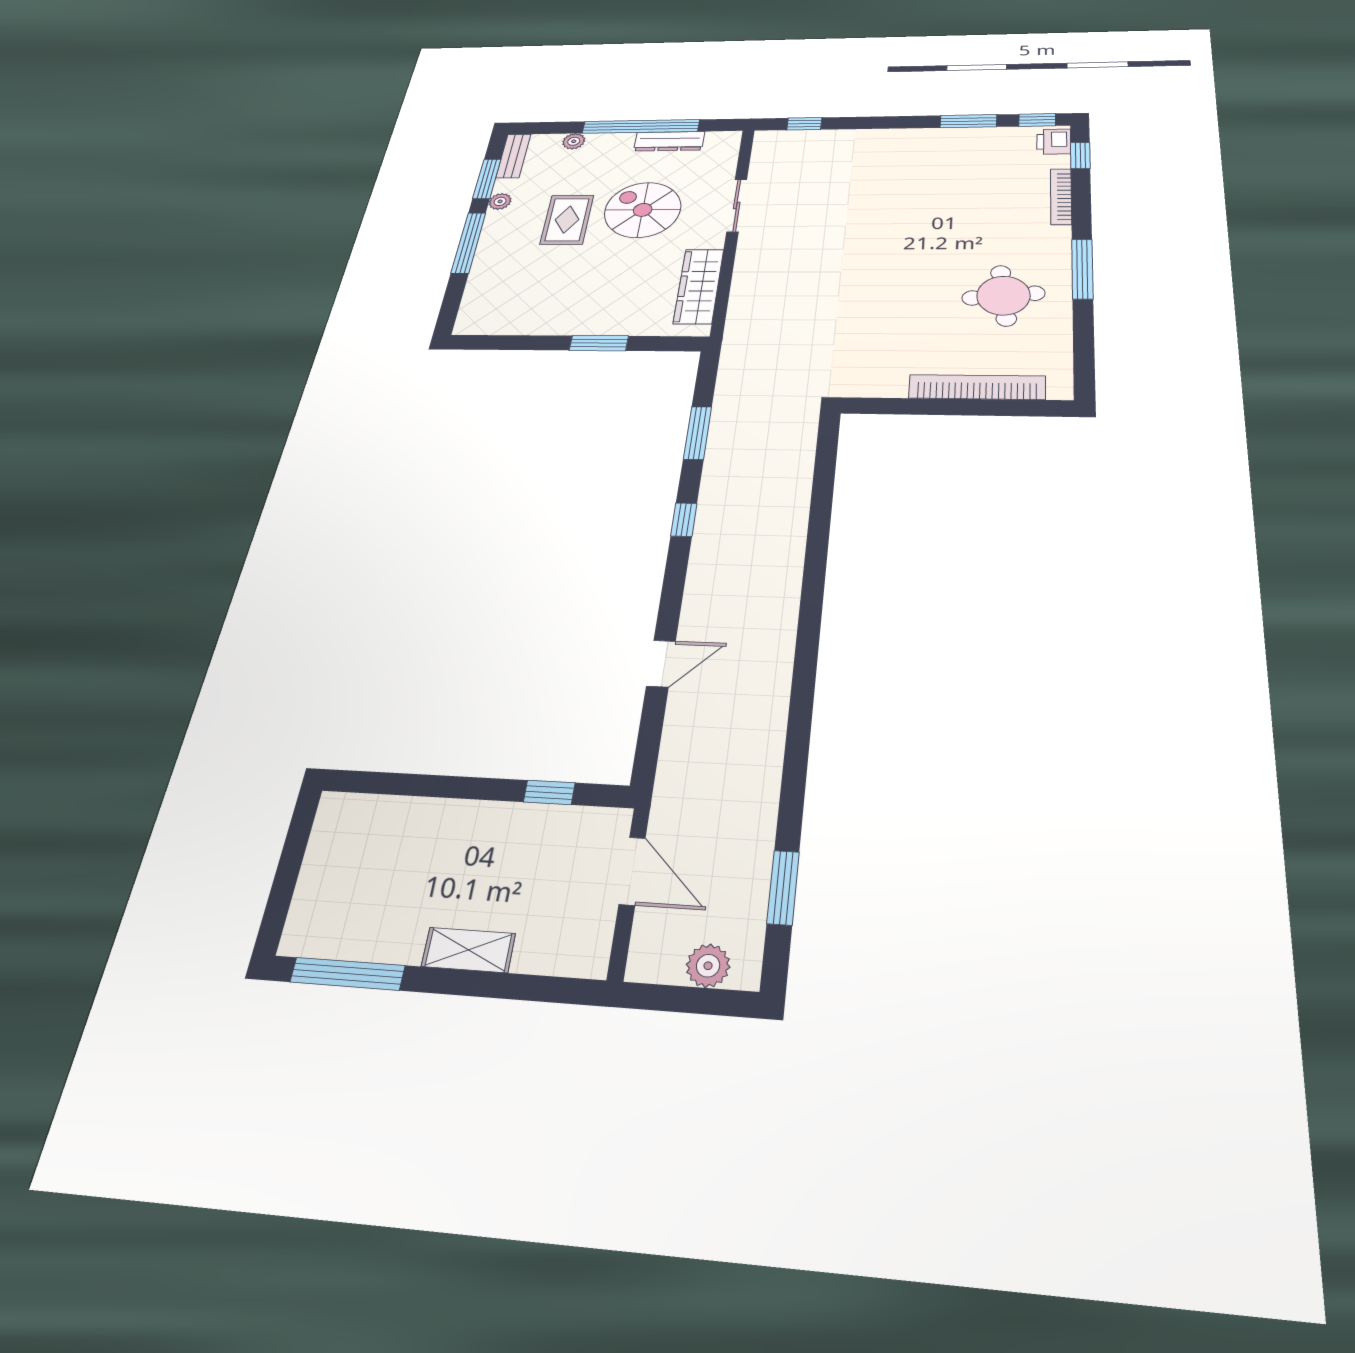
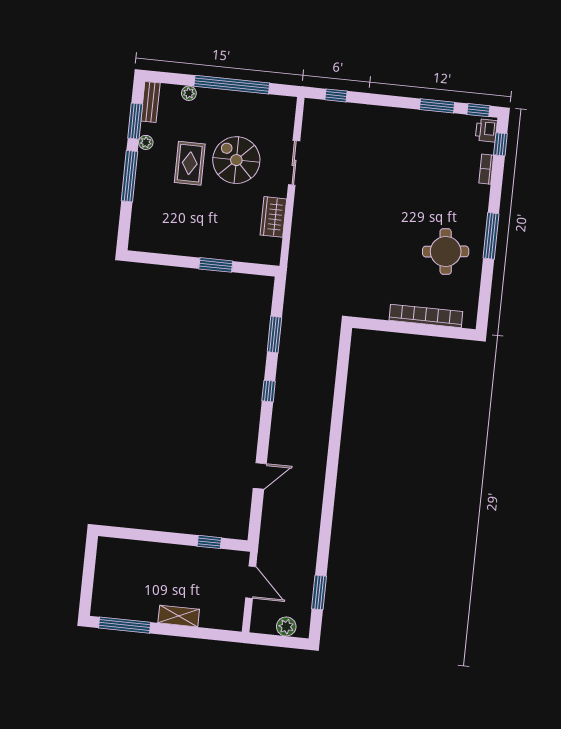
dresser: (669, 141) -> (251, 101), removed
bookcase: (1061, 197) -> (486, 169), width x0.64
wardrobe: (699, 286) -> (273, 217), width x0.67

